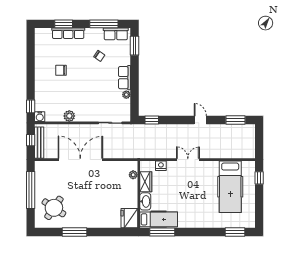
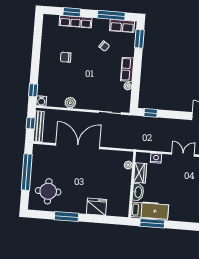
round table: (54, 208) -> (48, 191), turned -34
fridge: (129, 218) -> (97, 207), moved, turned 90

